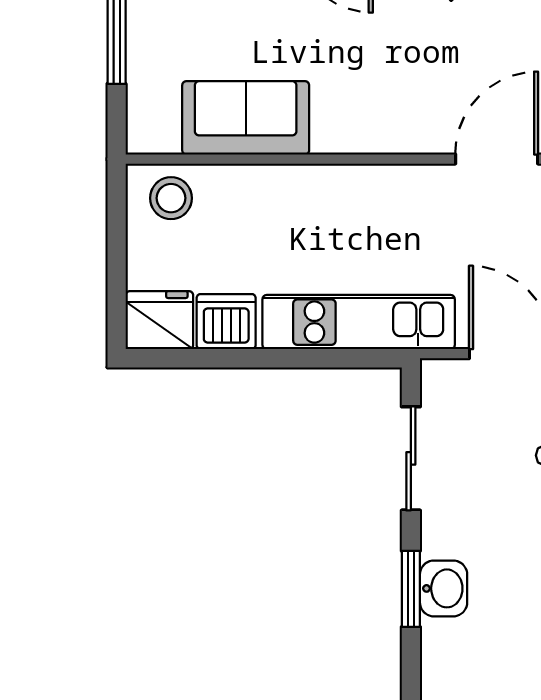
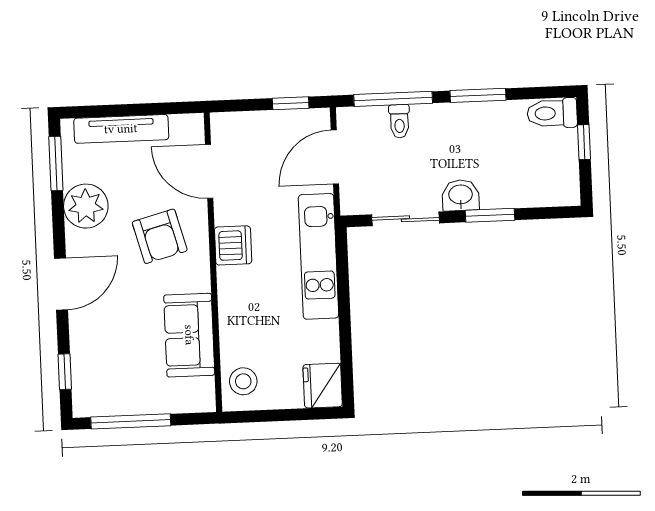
armchair: (400, 79) -> (160, 236), added
dishwasher: (226, 322) -> (233, 245), moved, turned 180
washbasin: (444, 588) -> (461, 195), moved

